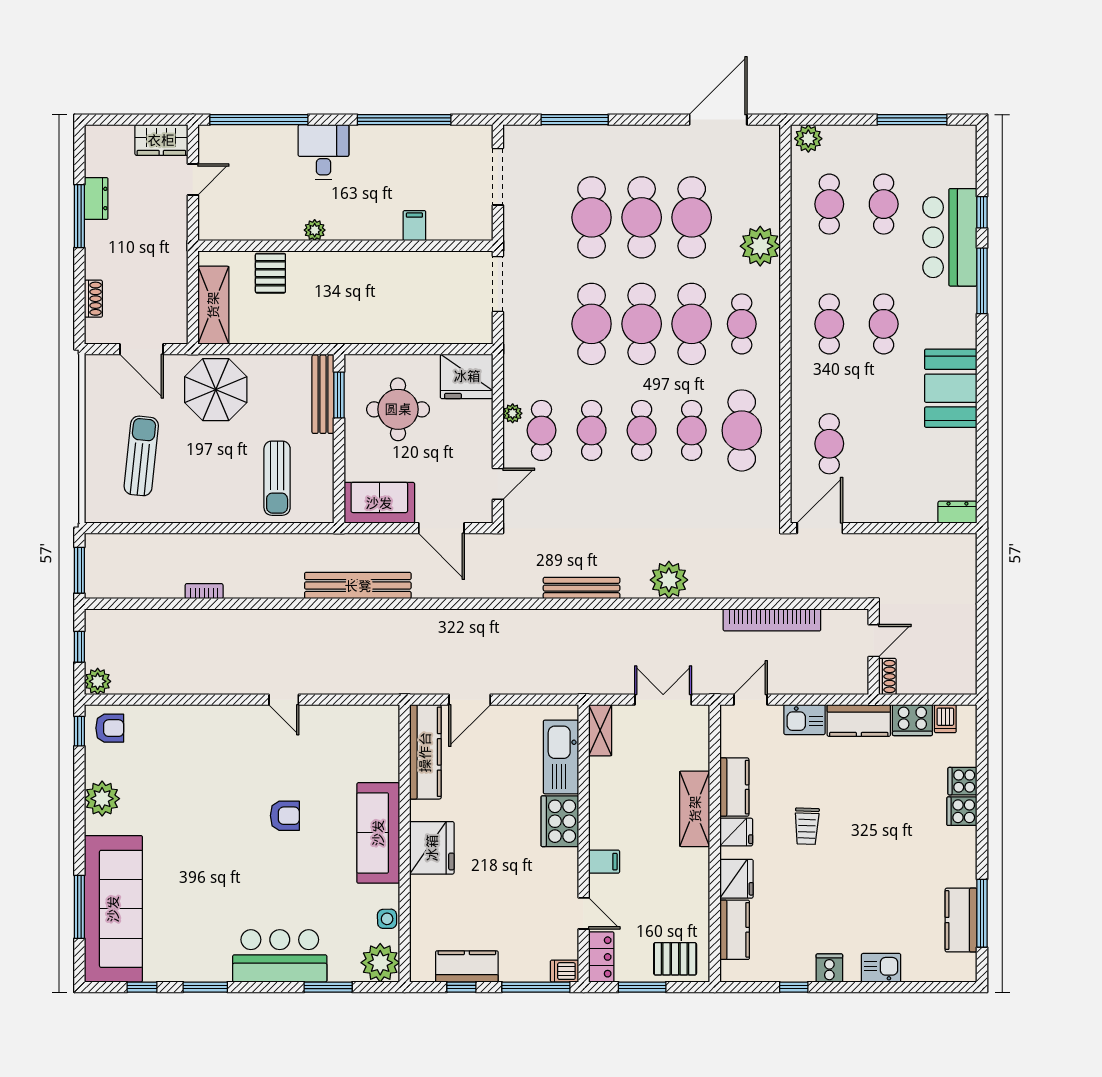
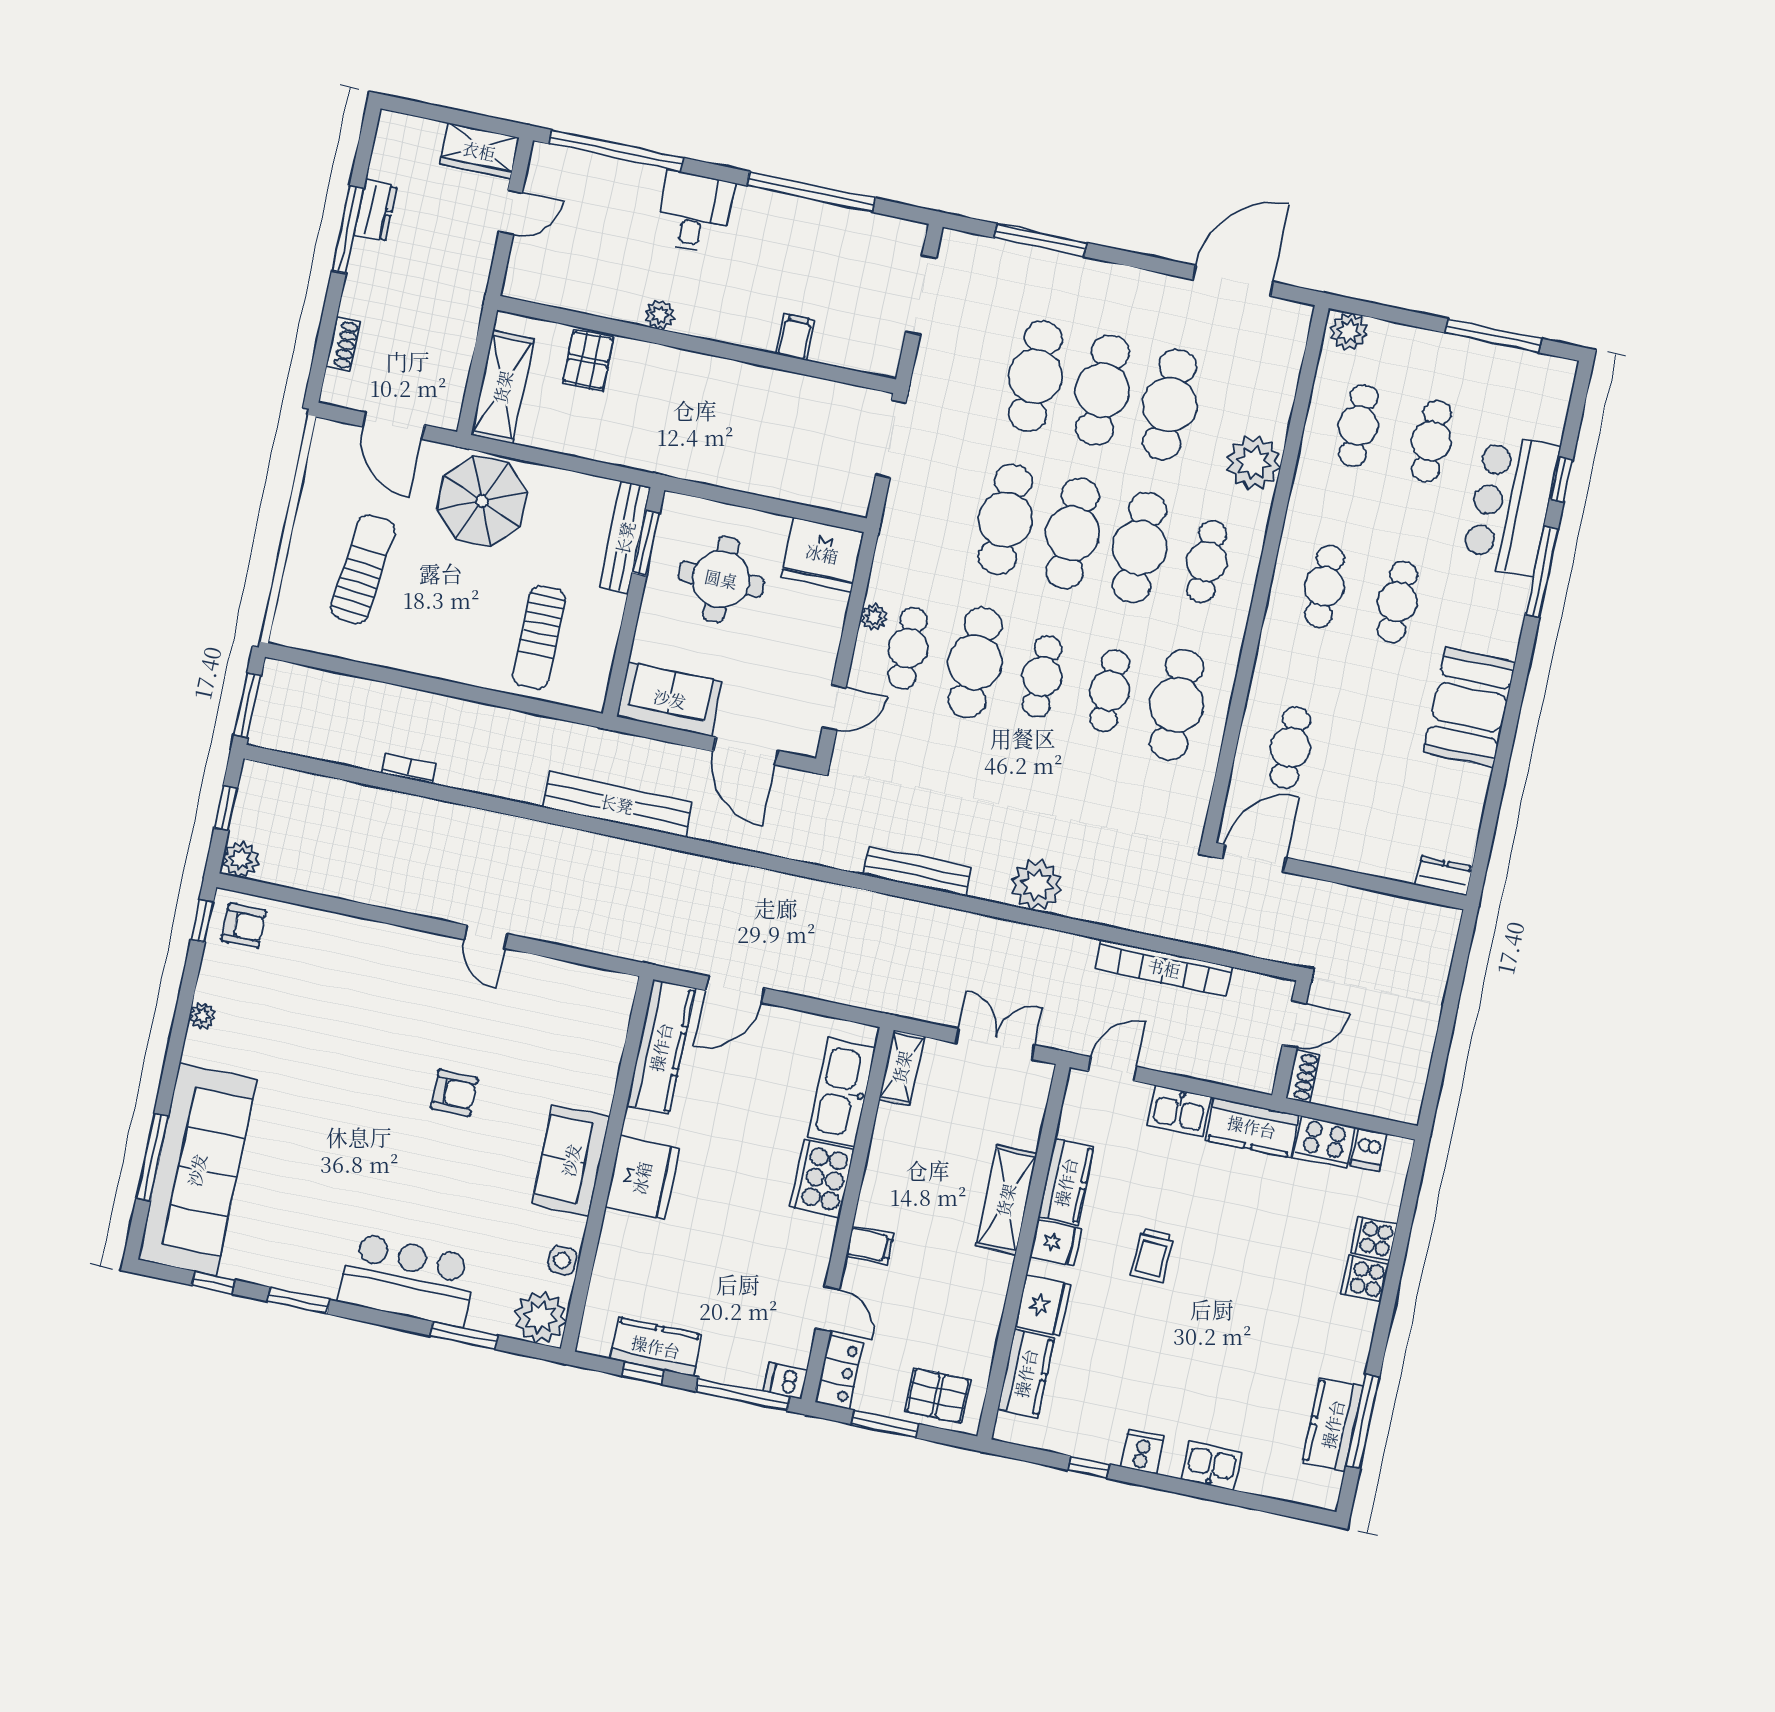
cafe table: (592, 430) -> (975, 662), width x1.37, depth x1.35
plant: (102, 799) -> (202, 1016), width x0.53, depth x0.53
sofa: (378, 833) -> (571, 1160), width x0.73

